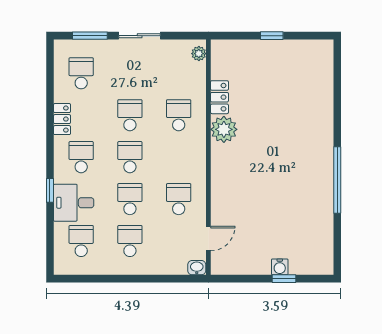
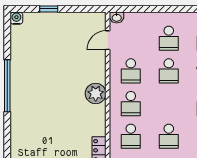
plant: (224, 129) -> (96, 93), moved
school desk: (130, 157) -> (131, 104), moved
water cooler: (280, 267) -> (16, 18), moved

